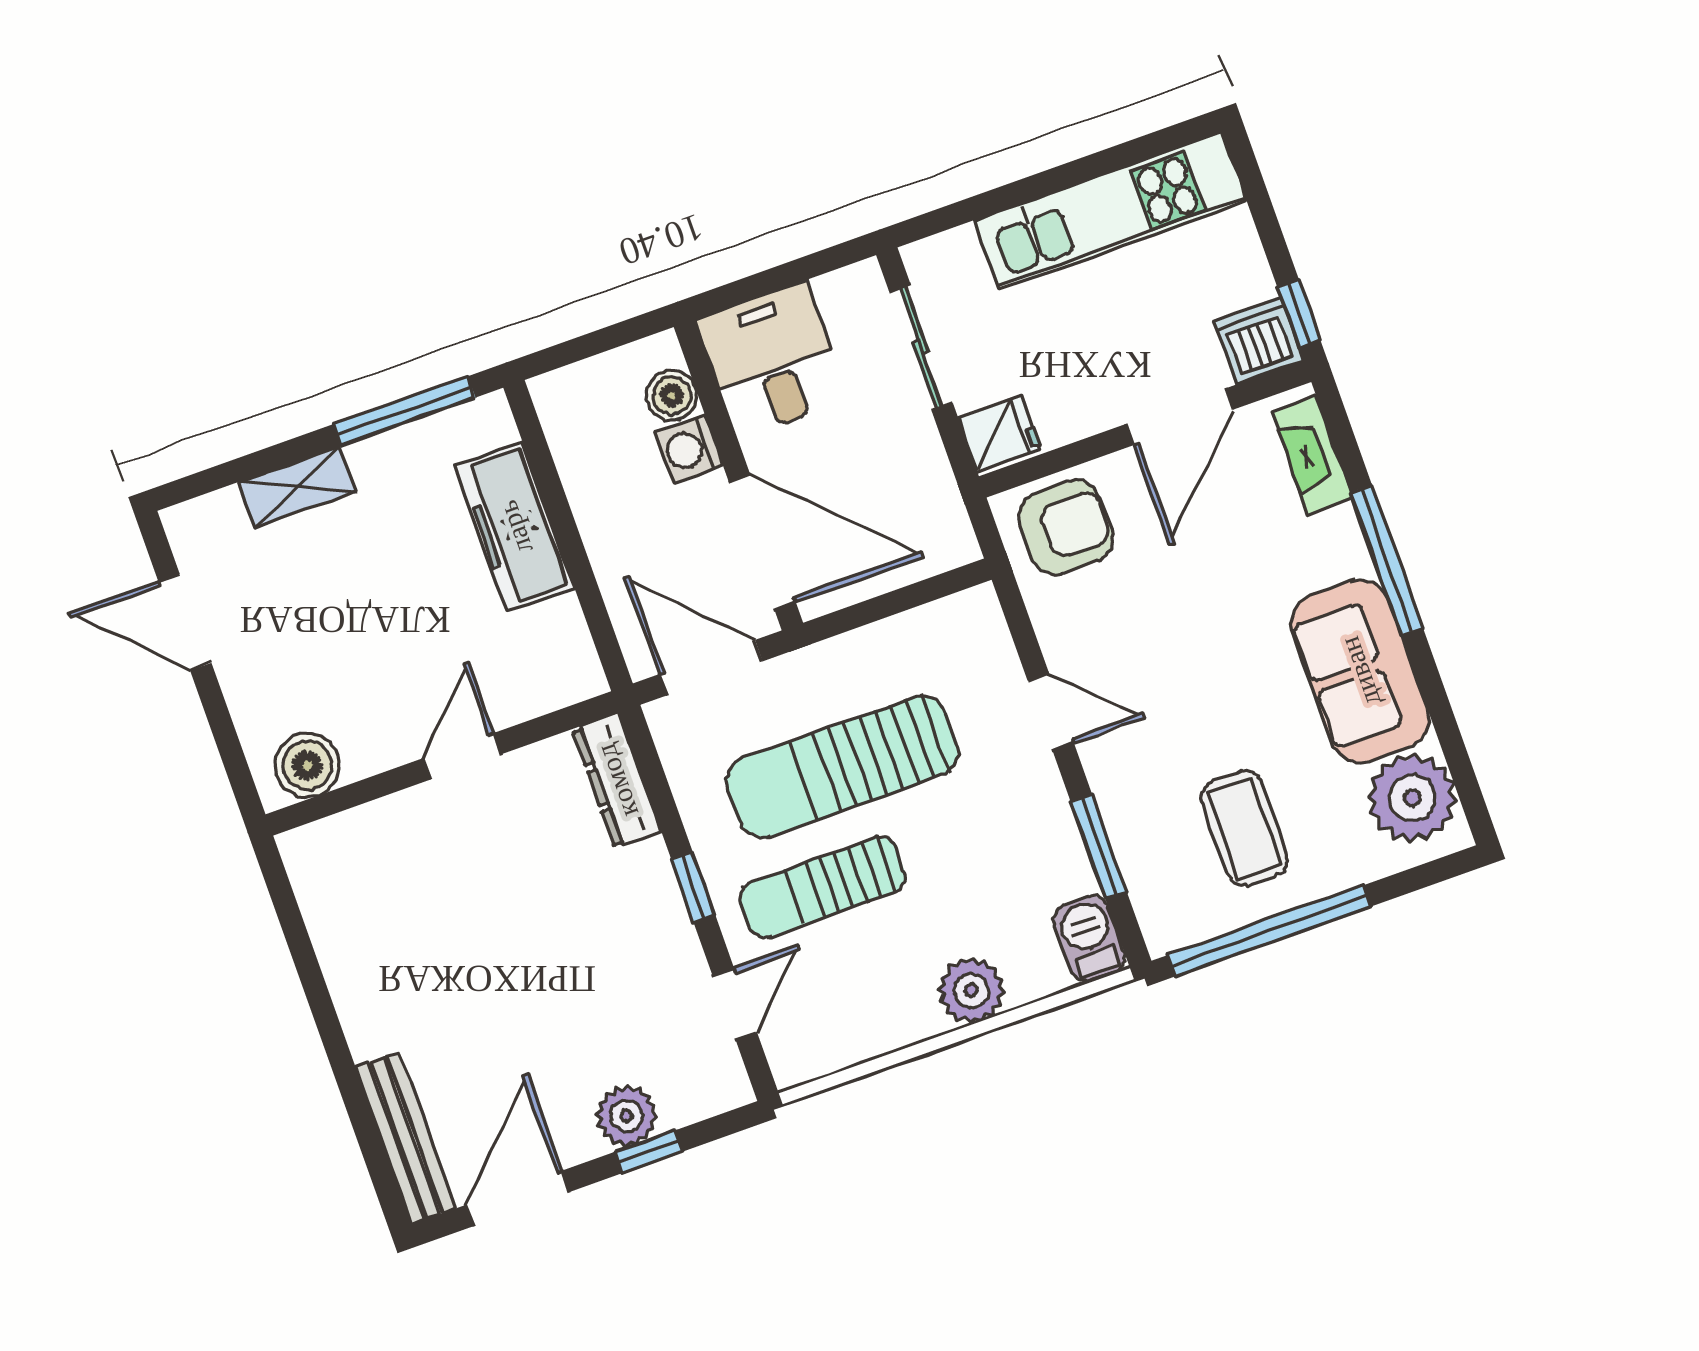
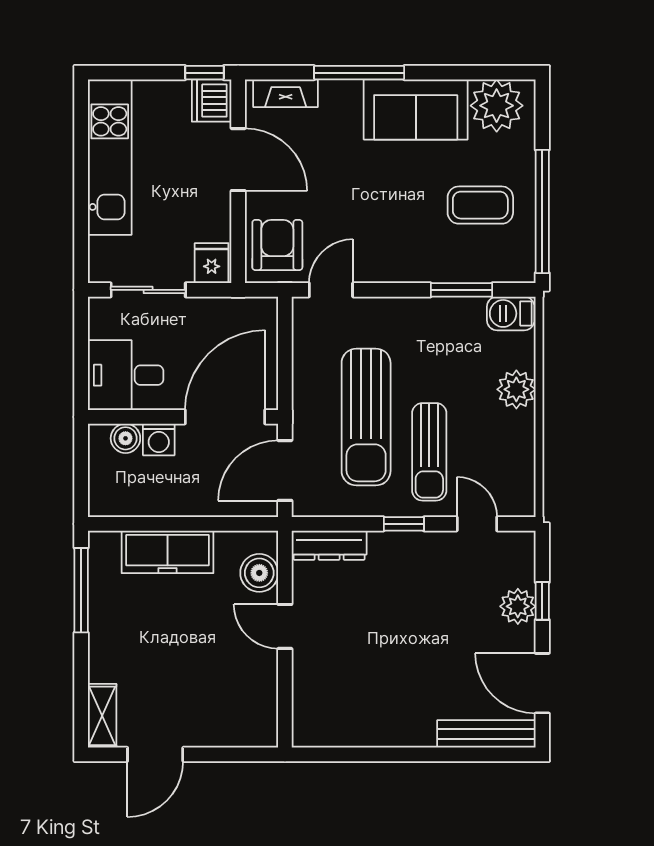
shelving: (297, 487) -> (102, 716), moved
door: (1051, 712) -> (331, 290), moved
boiler: (307, 765) -> (259, 573), moved

